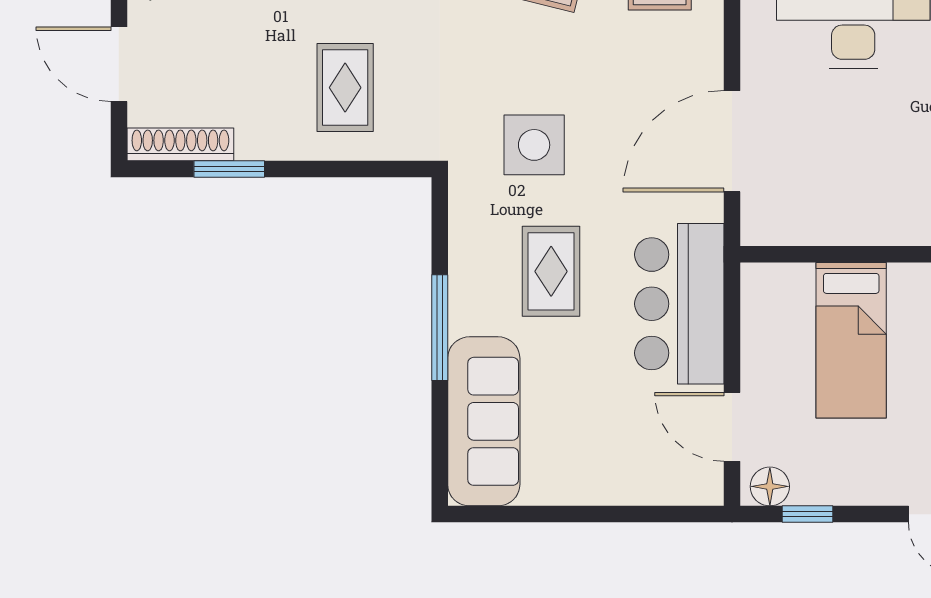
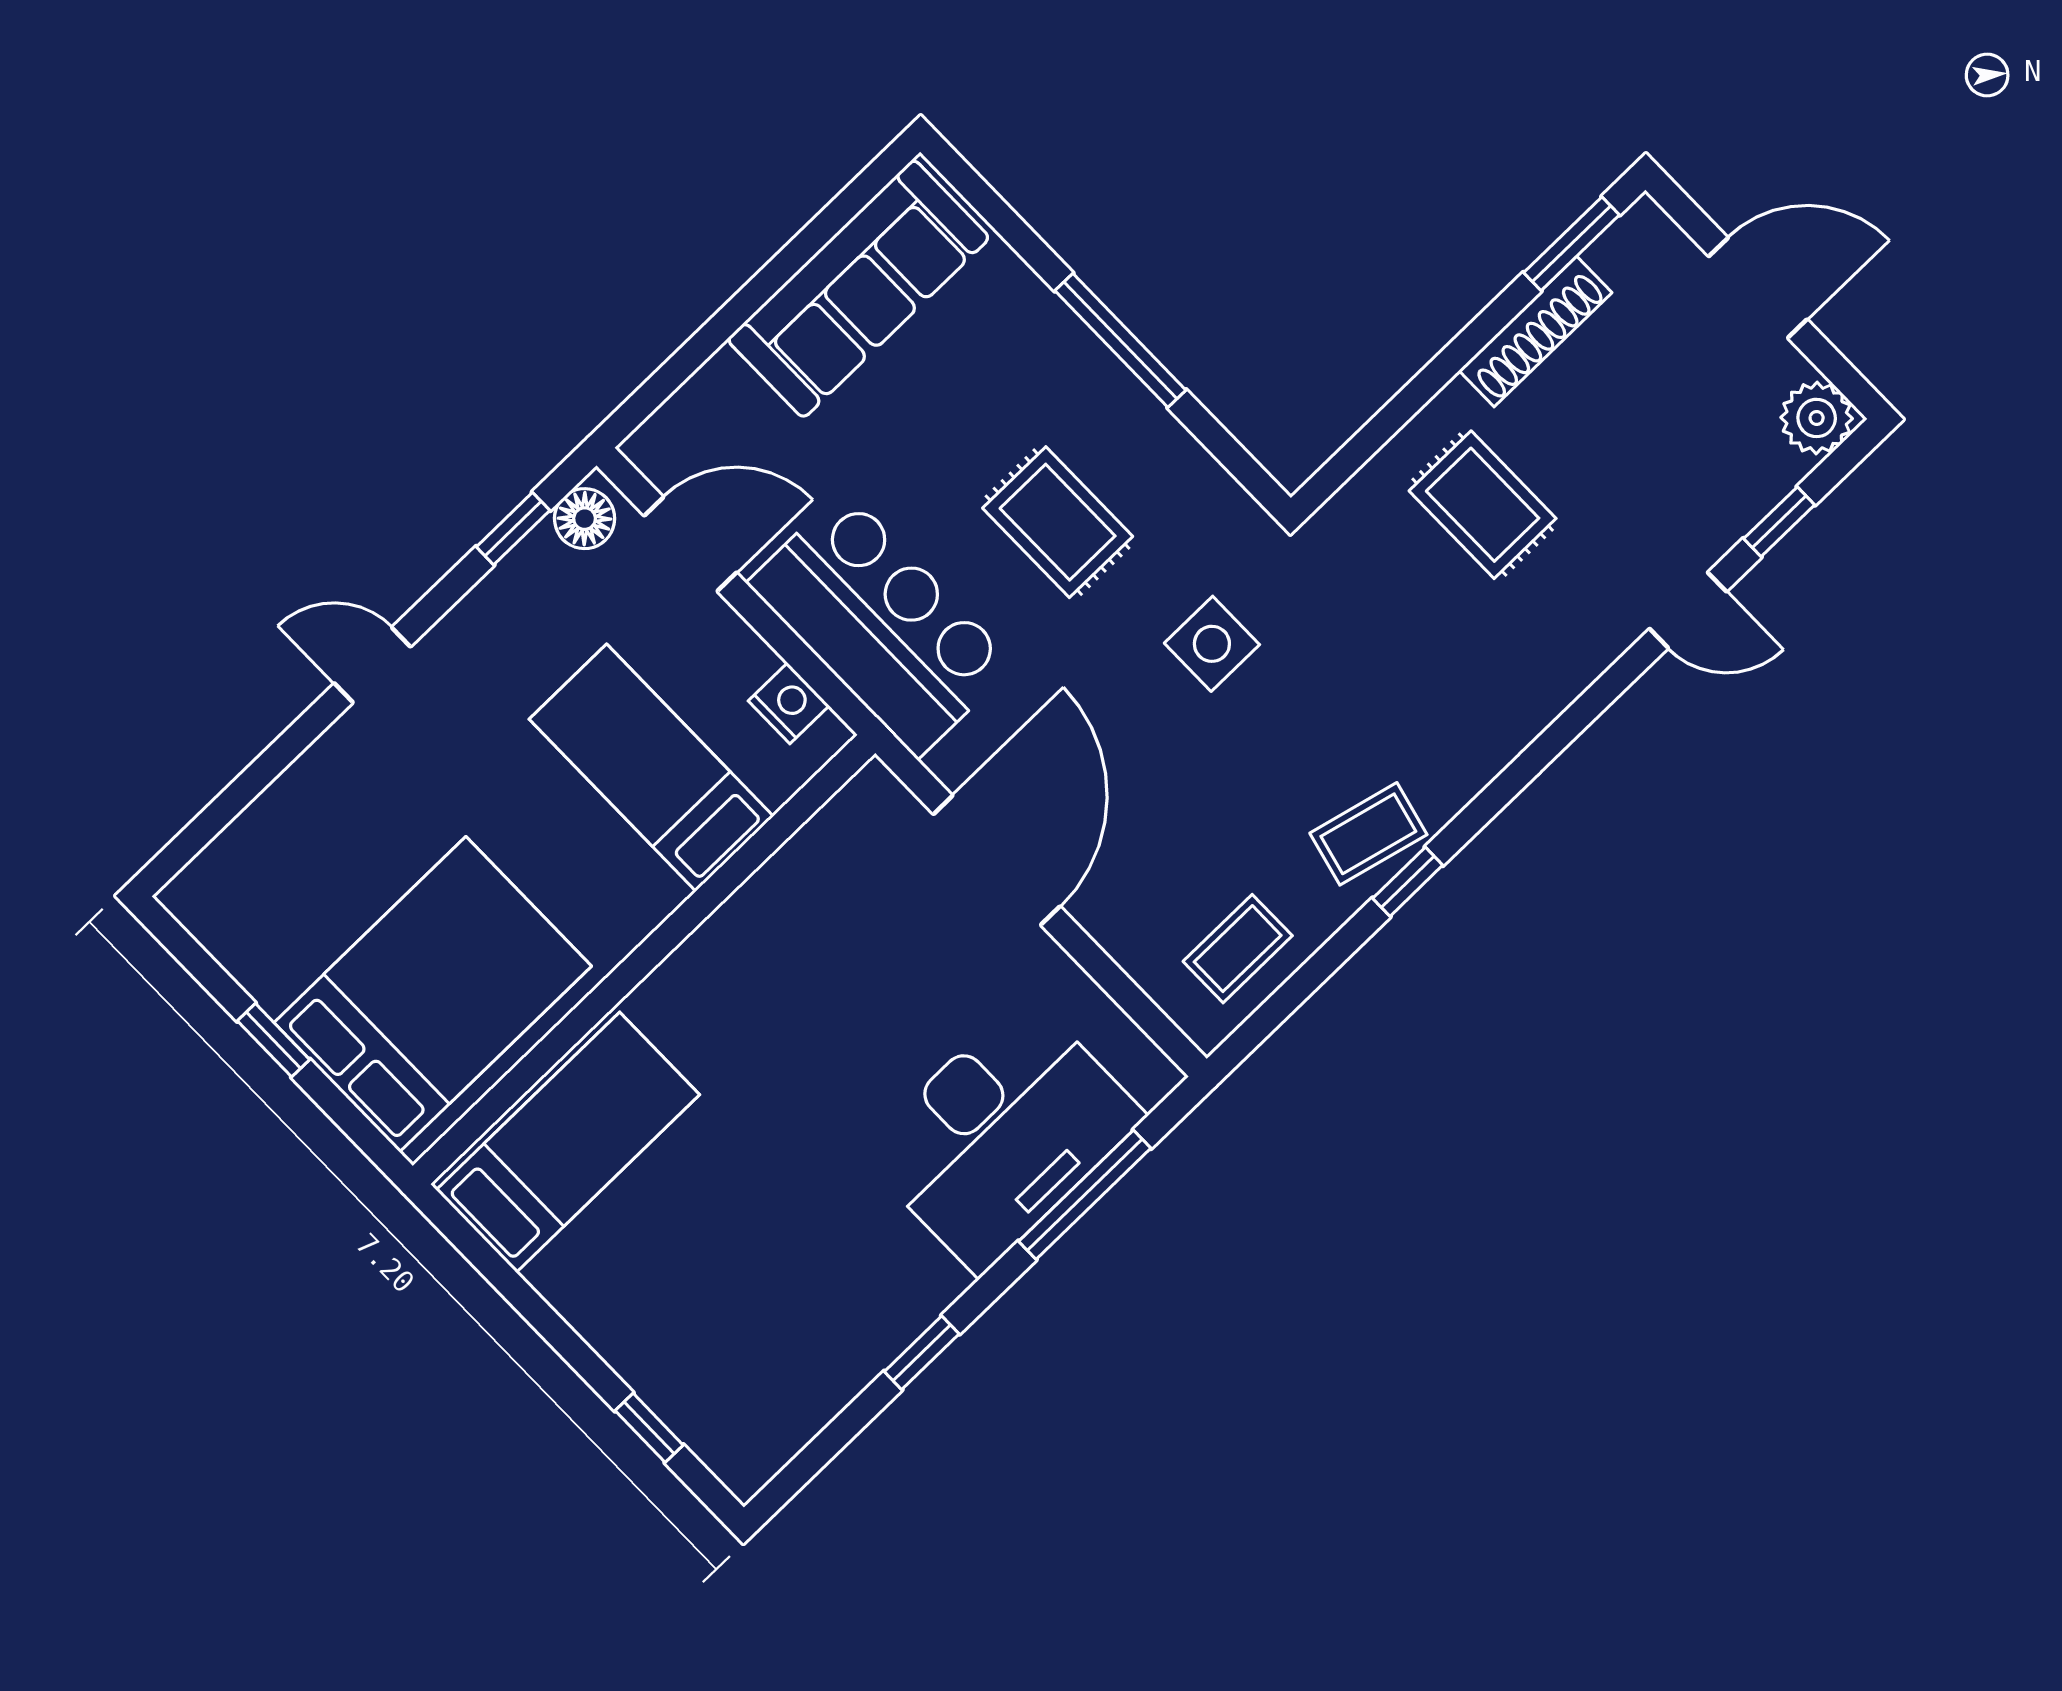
shoe rack: (180, 144) -> (1535, 331), moved
side table: (534, 145) -> (1212, 644), width x0.73, depth x0.73
window: (229, 169) -> (1571, 244), moved
nightstand: (758, 308) -> (789, 703), added
sofa: (484, 421) -> (858, 289), moved, turned -90

